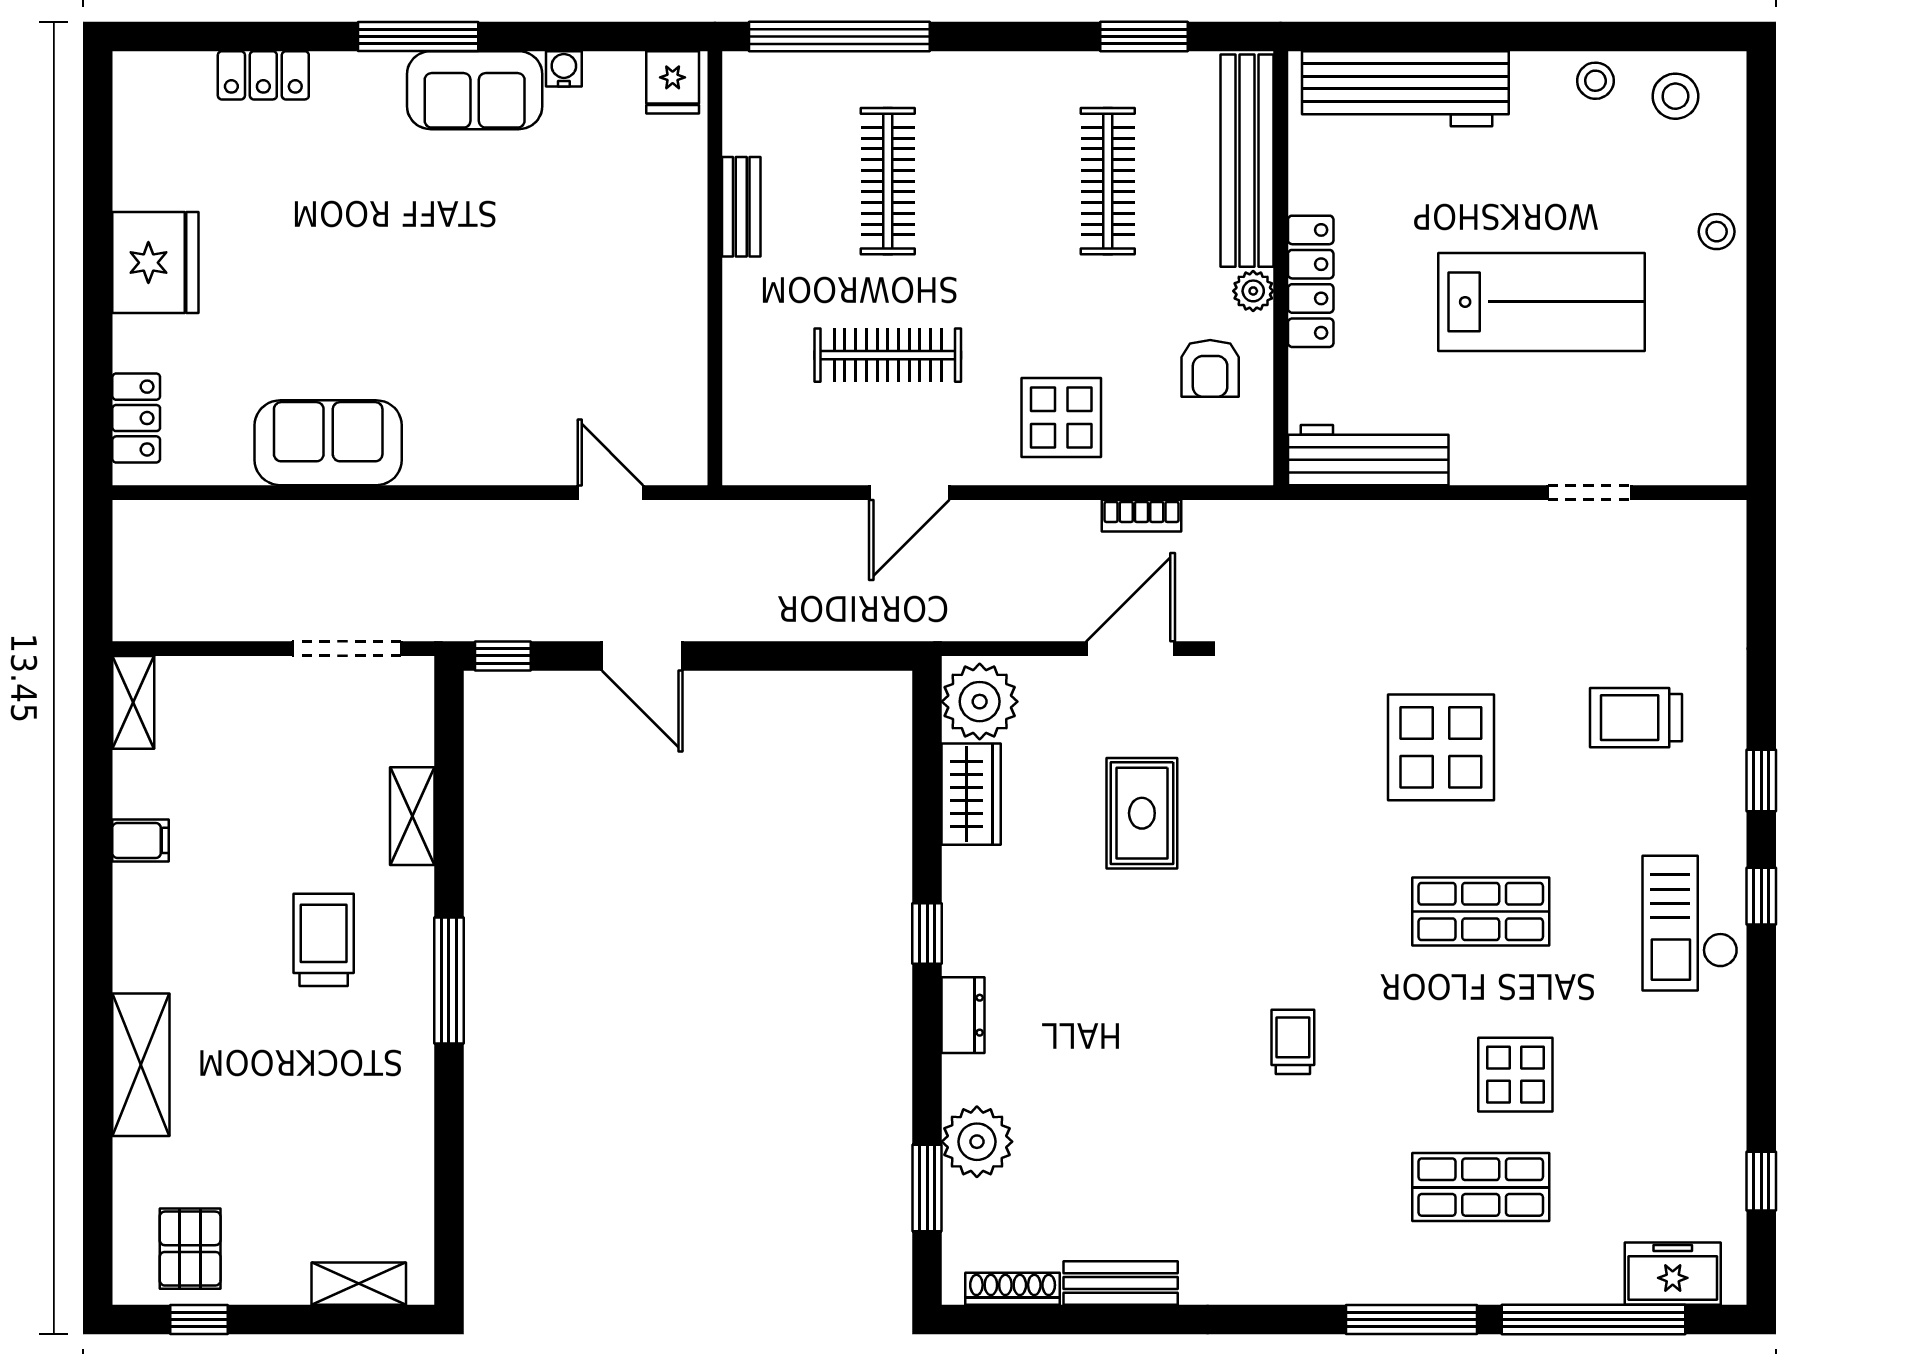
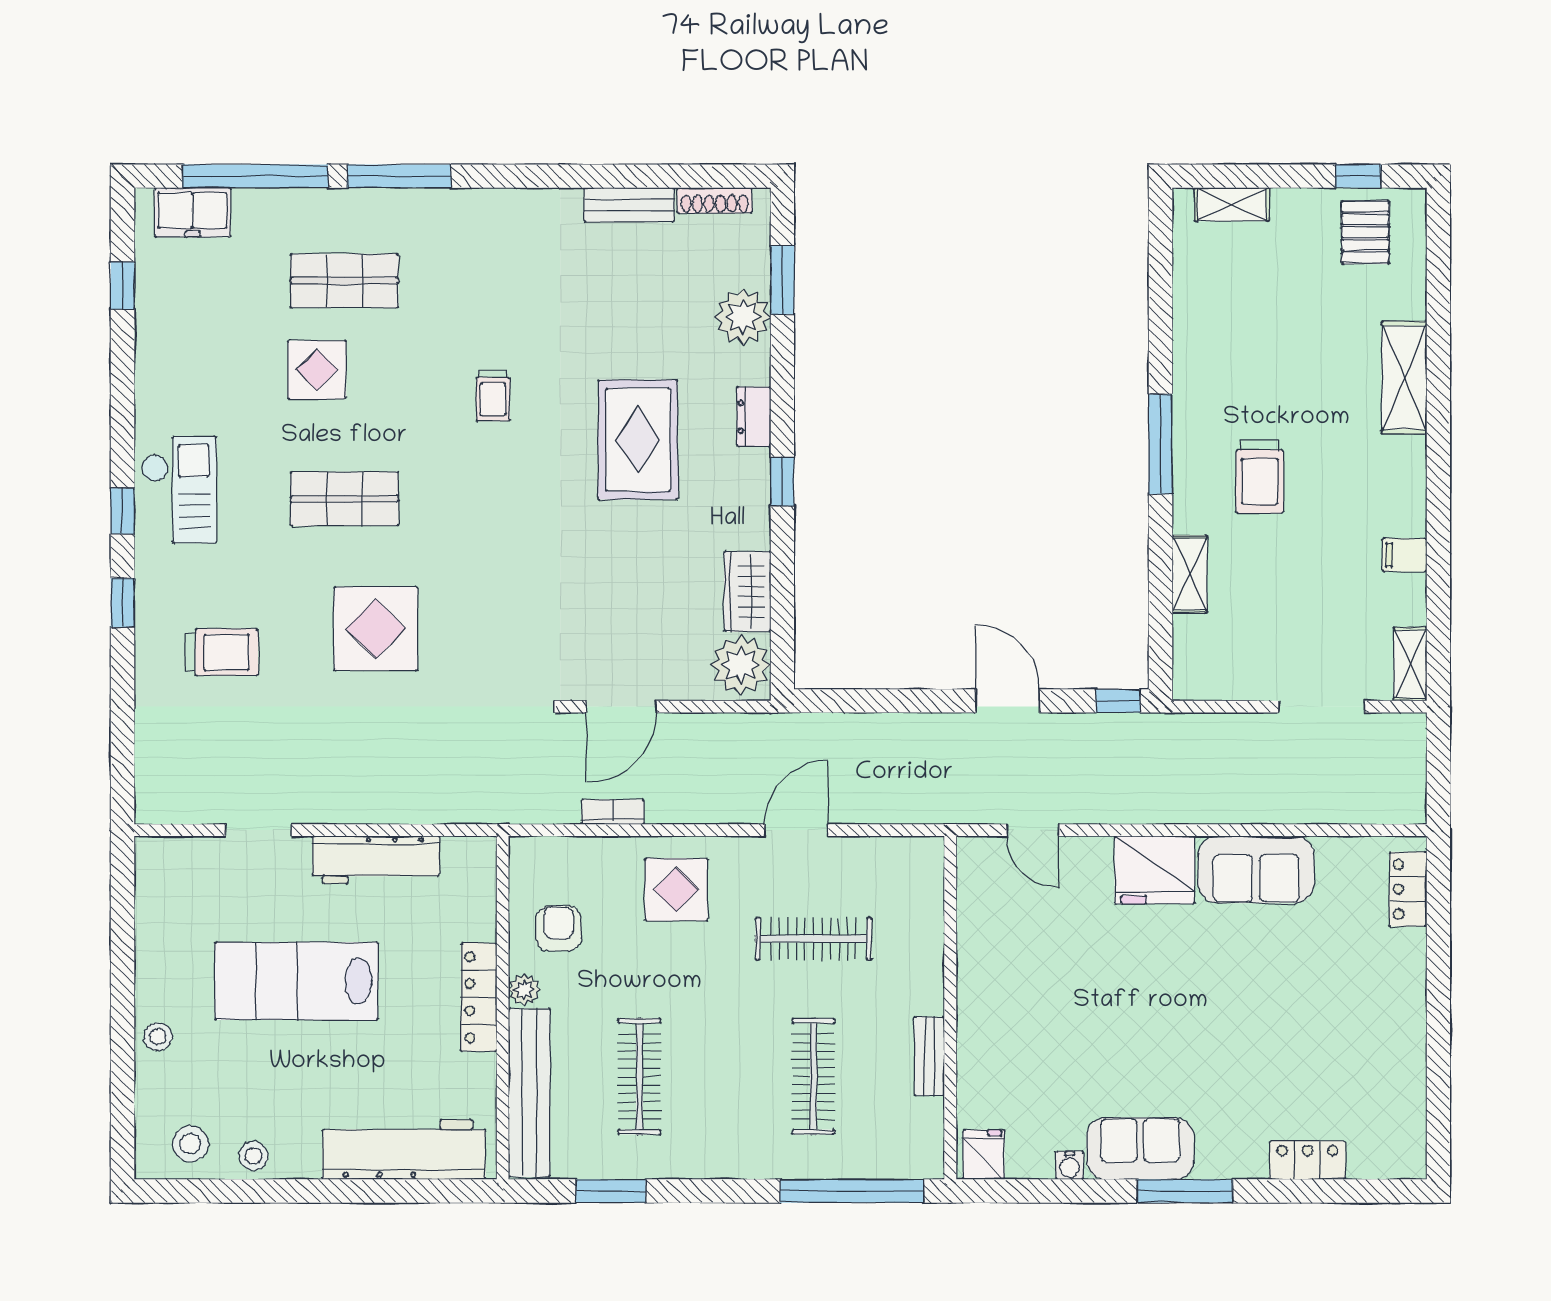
fridge: (155, 263) -> (1155, 870), moved, turned -90
workbench: (1368, 455) -> (376, 860), moved
doorway: (347, 649) -> (1321, 707), moved
rug: (1142, 813) -> (638, 440), moved, width x1.36, depth x1.43

